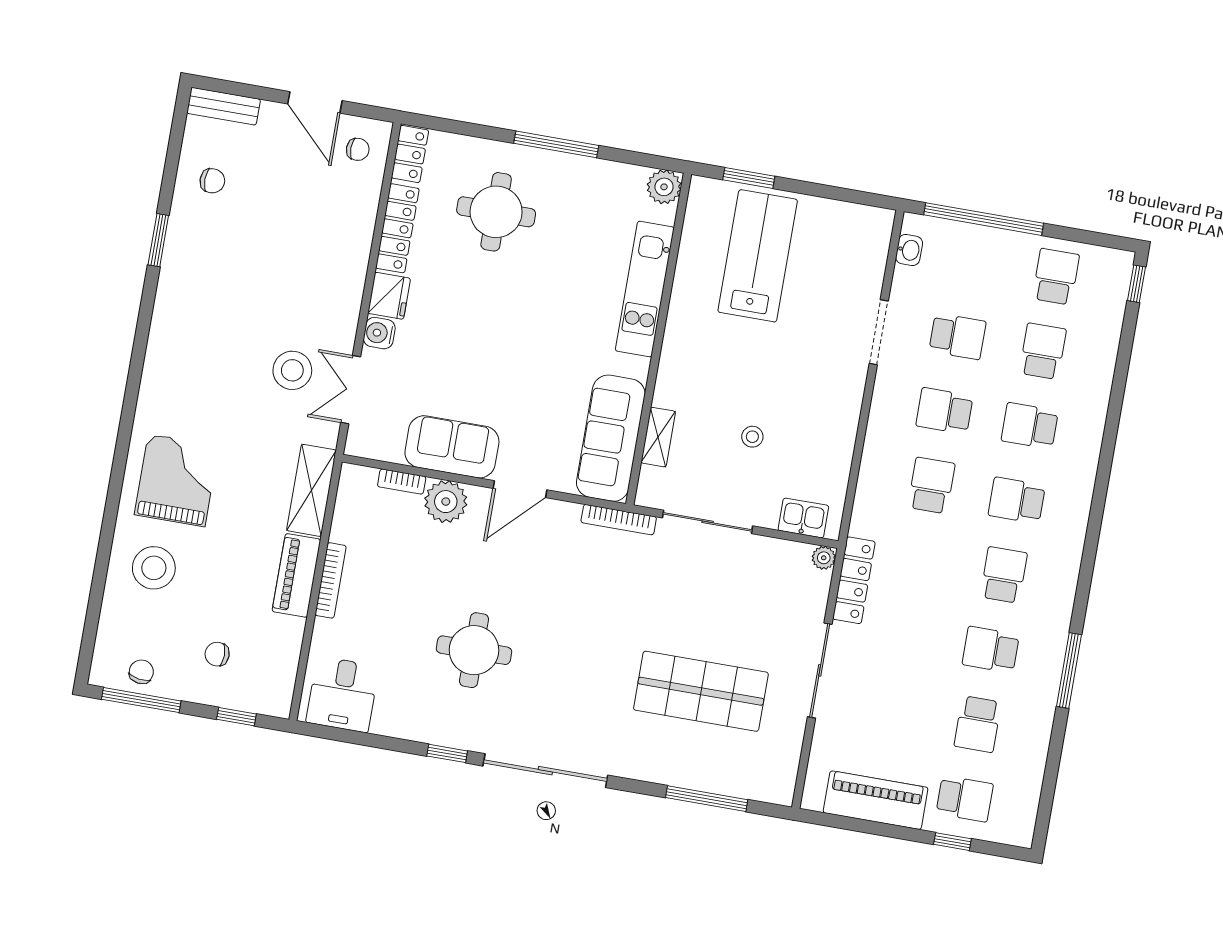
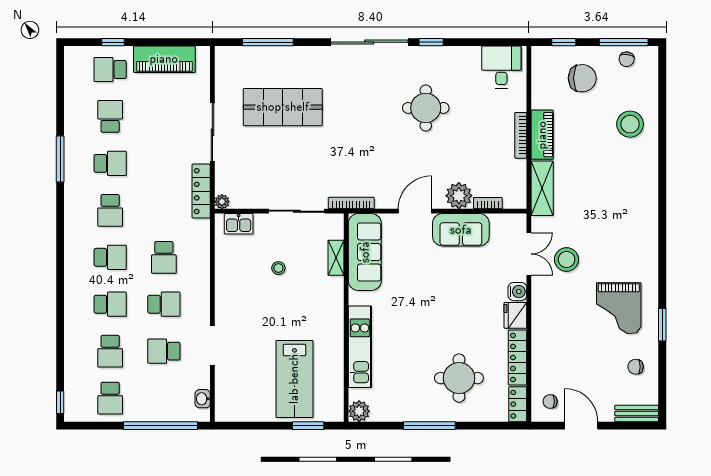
grand piano: (177, 480) -> (619, 308), moved
chair: (217, 654) -> (582, 78), width x1.87, depth x1.87

